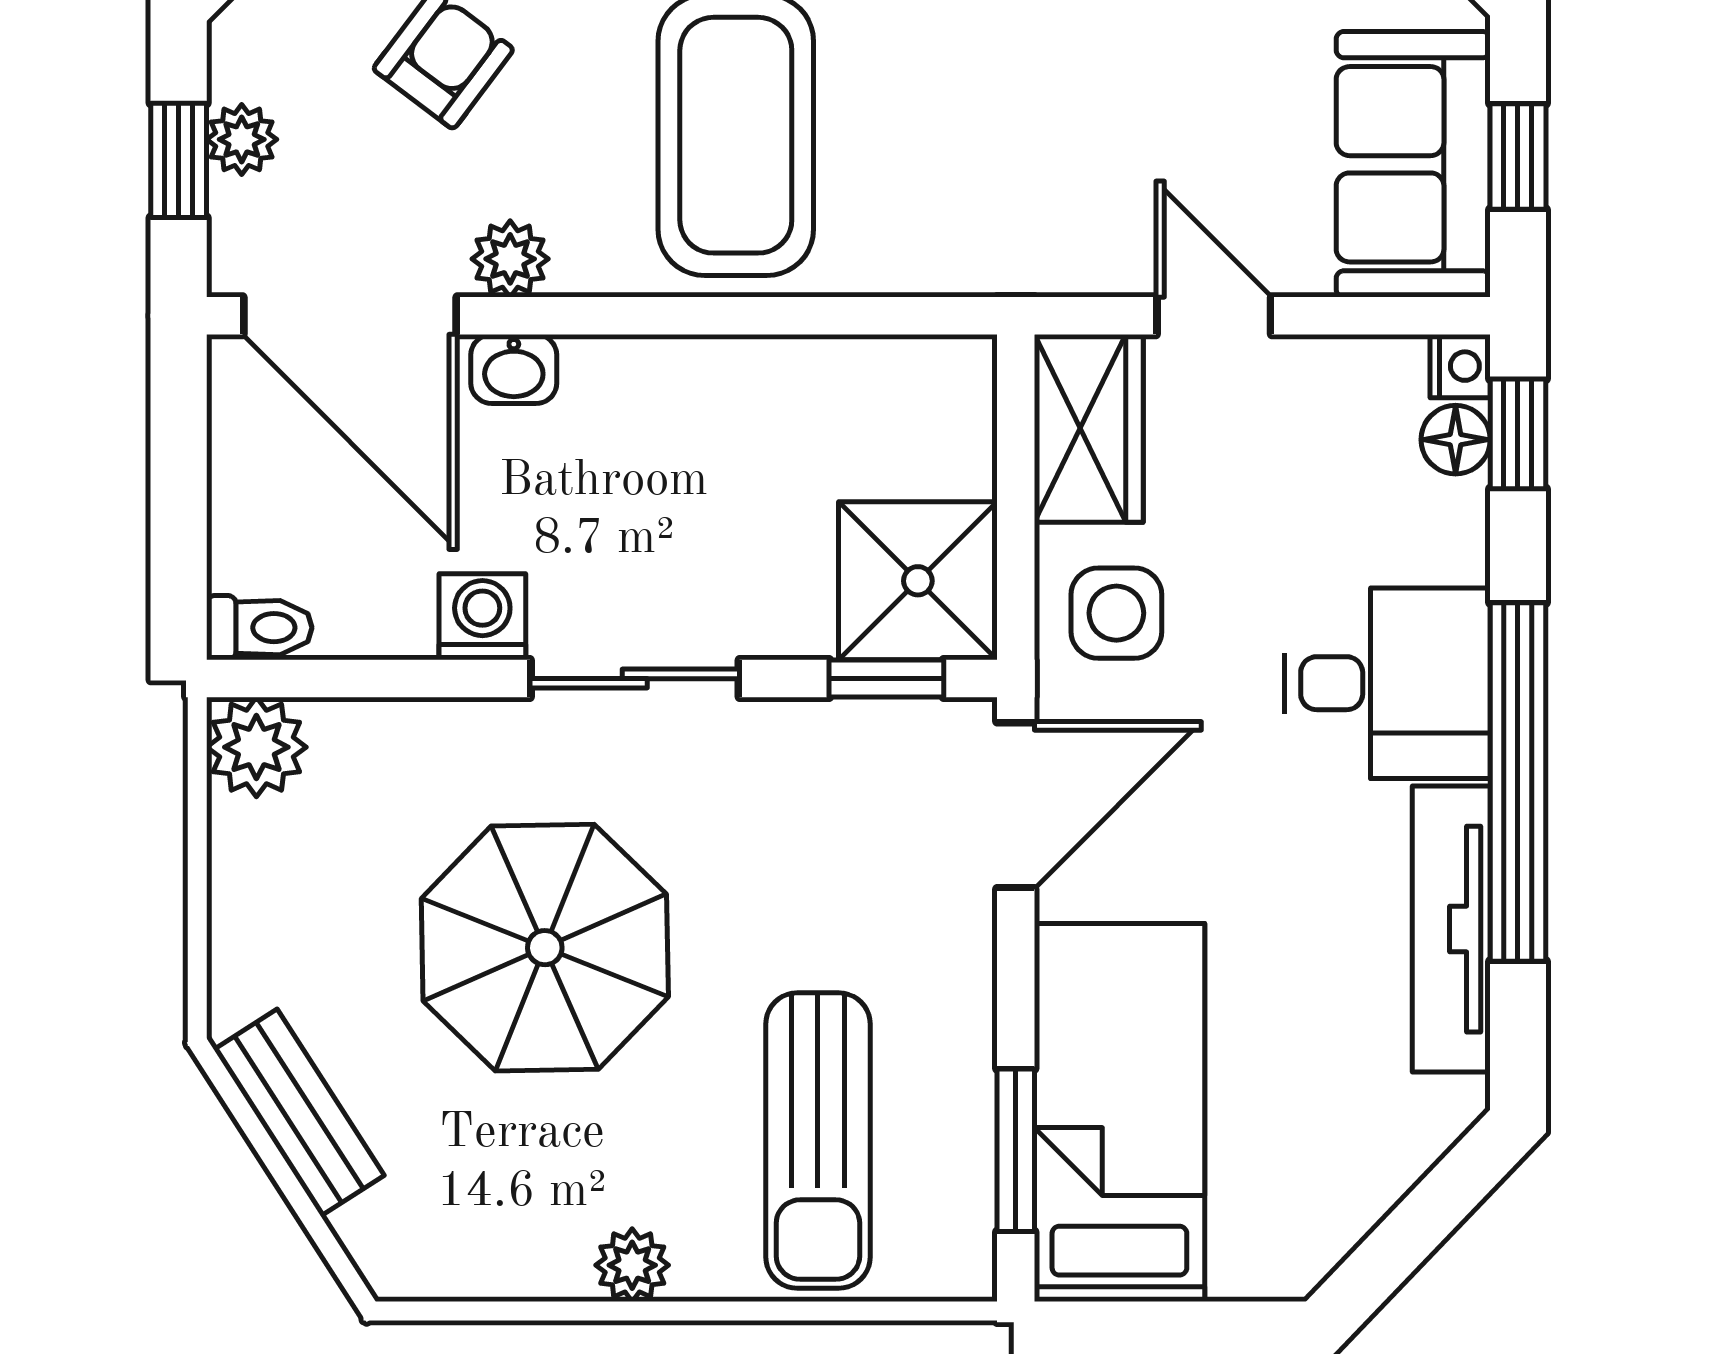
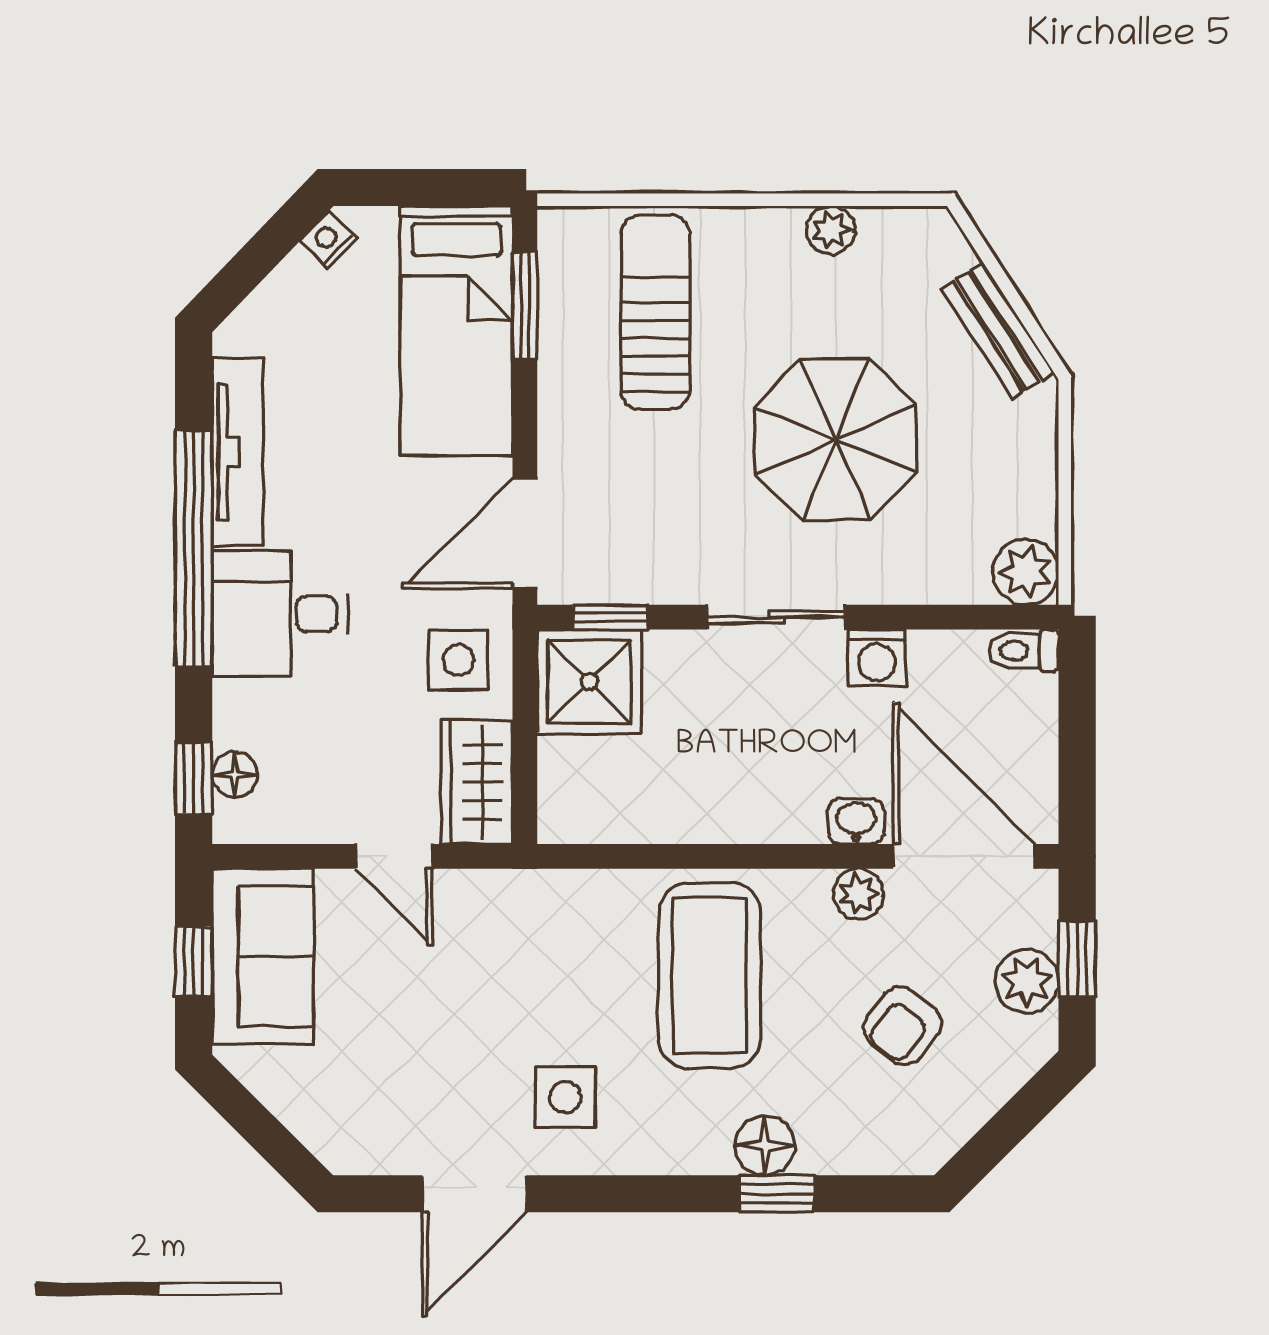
plant: (242, 139) -> (1027, 981), width x1.38, depth x1.38
nightstand: (1460, 366) -> (328, 240), moved, turned 44
plant: (632, 1265) -> (831, 230), moved

